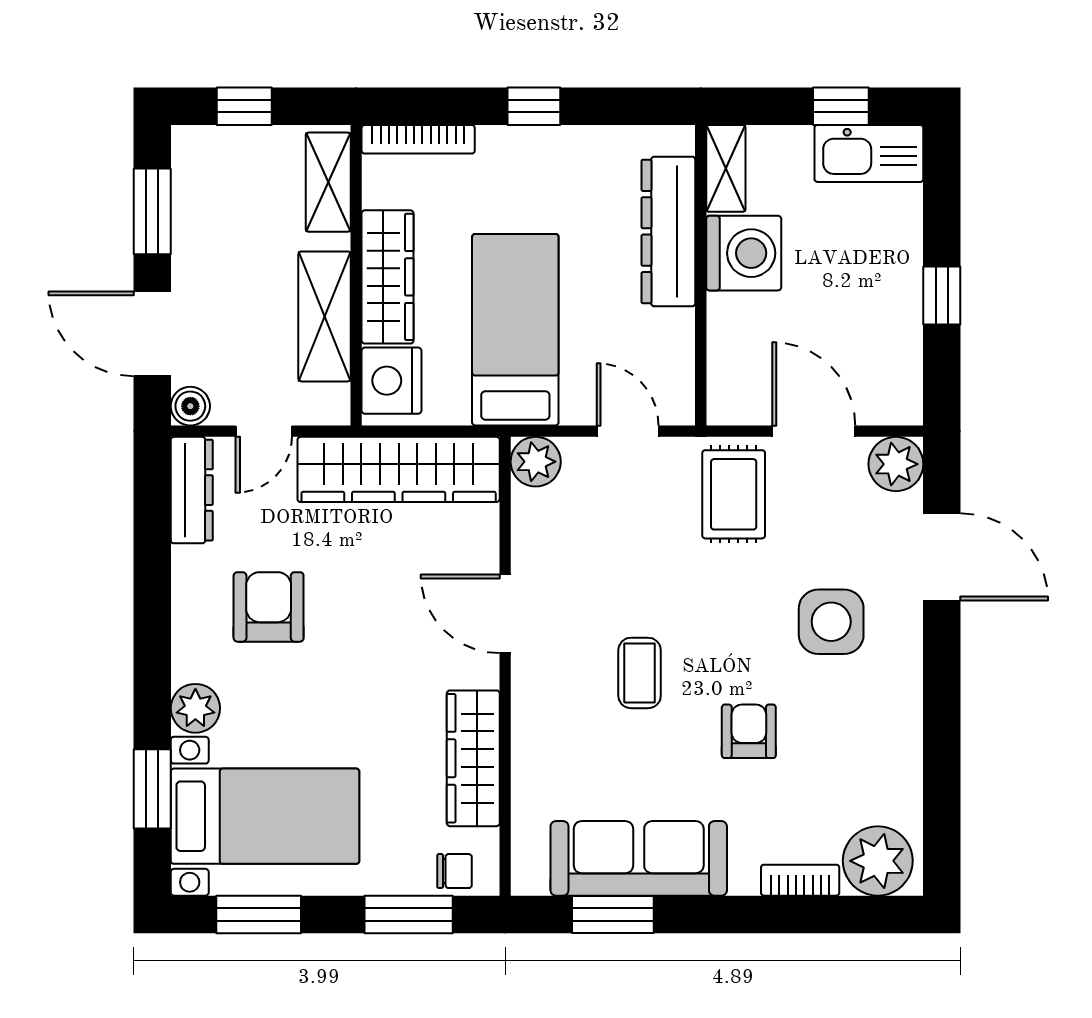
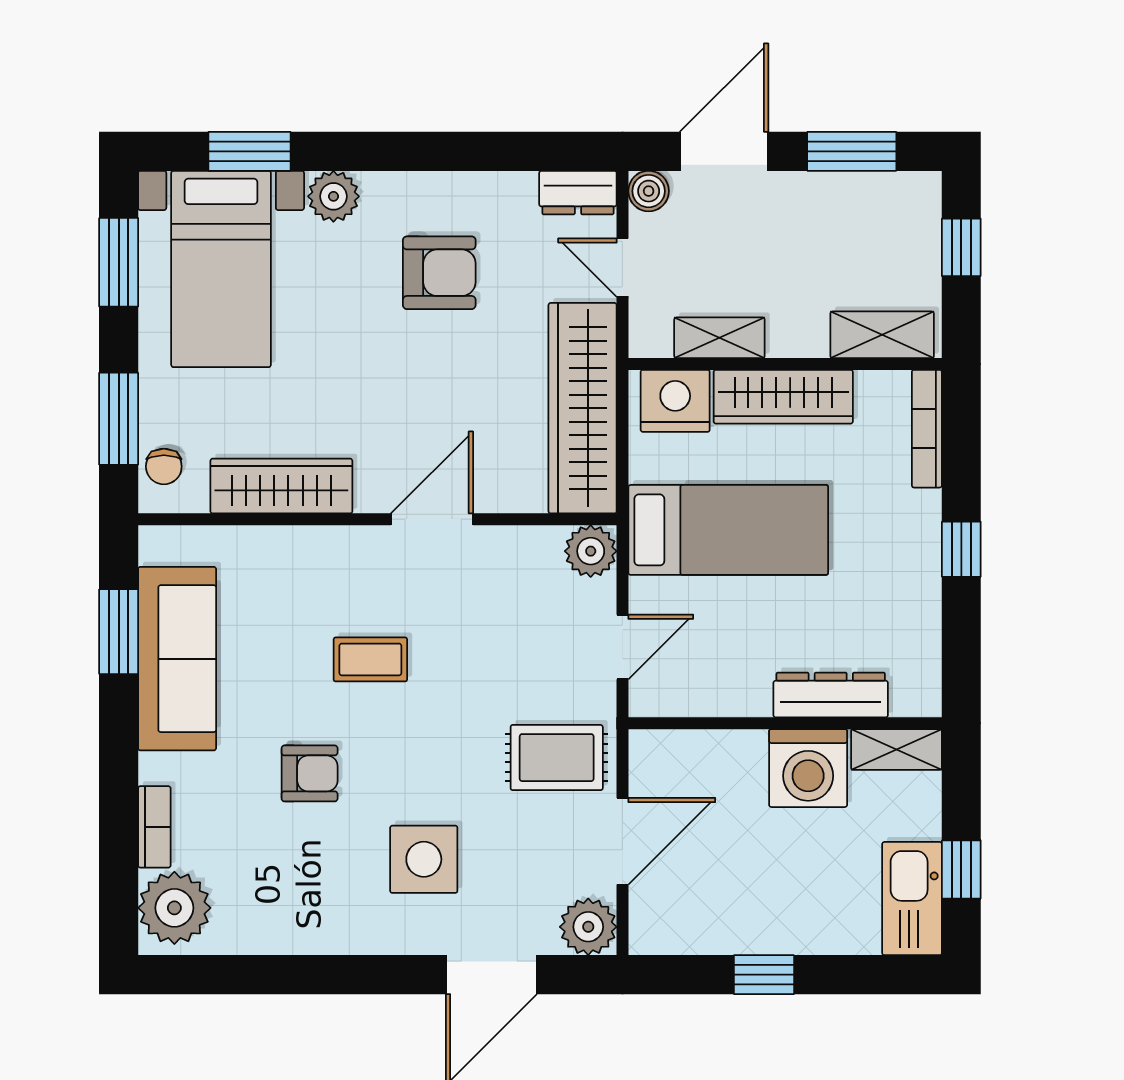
dresser: (668, 231) -> (831, 695), width x0.73, depth x0.80
shelving: (325, 316) -> (719, 338), width x0.67, depth x0.75
dresser: (192, 490) -> (578, 193), width x0.70

